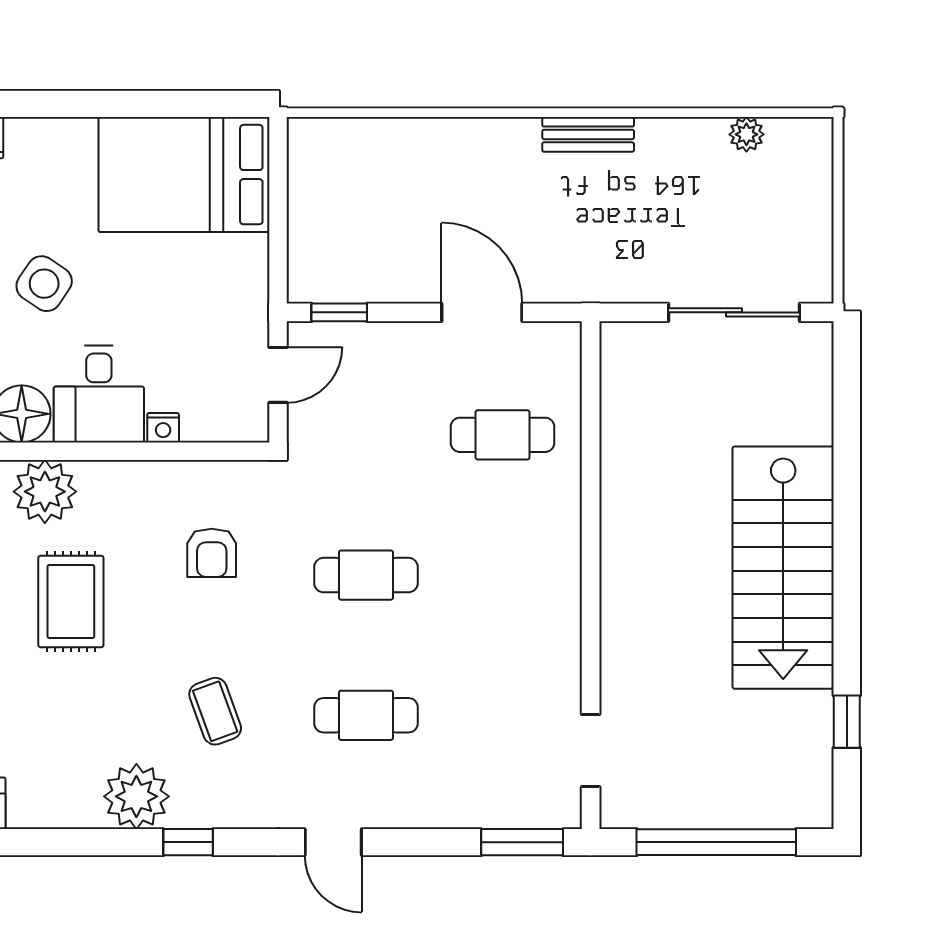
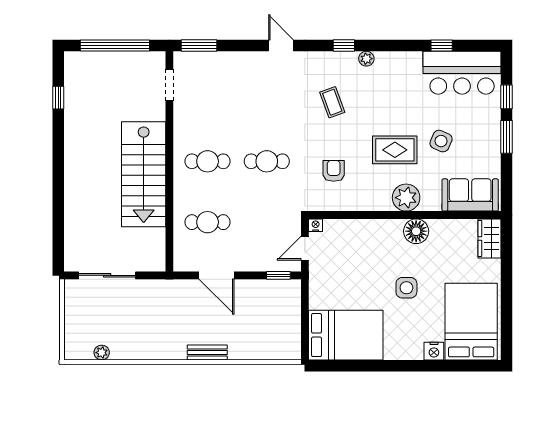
bench: (588, 134) -> (207, 352), moved
side table: (44, 284) -> (406, 288), turned -34
desk: (99, 394) -> (383, 240), removed
nightstand: (163, 428) -> (316, 225), moved
stairs: (783, 568) -> (144, 174), moved, turned 180
rug: (71, 602) -> (395, 150), turned 90
cafe table: (366, 715) -> (208, 161), moved
plant: (136, 796) -> (366, 59), width x0.53, depth x0.53

